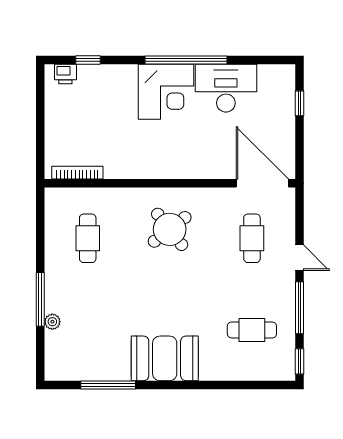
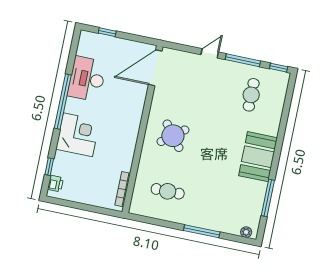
corner desk: (166, 92) -> (78, 135), moved
cafe table: (252, 238) -> (190, 82), removed
plant: (52, 322) -> (246, 232), moved

